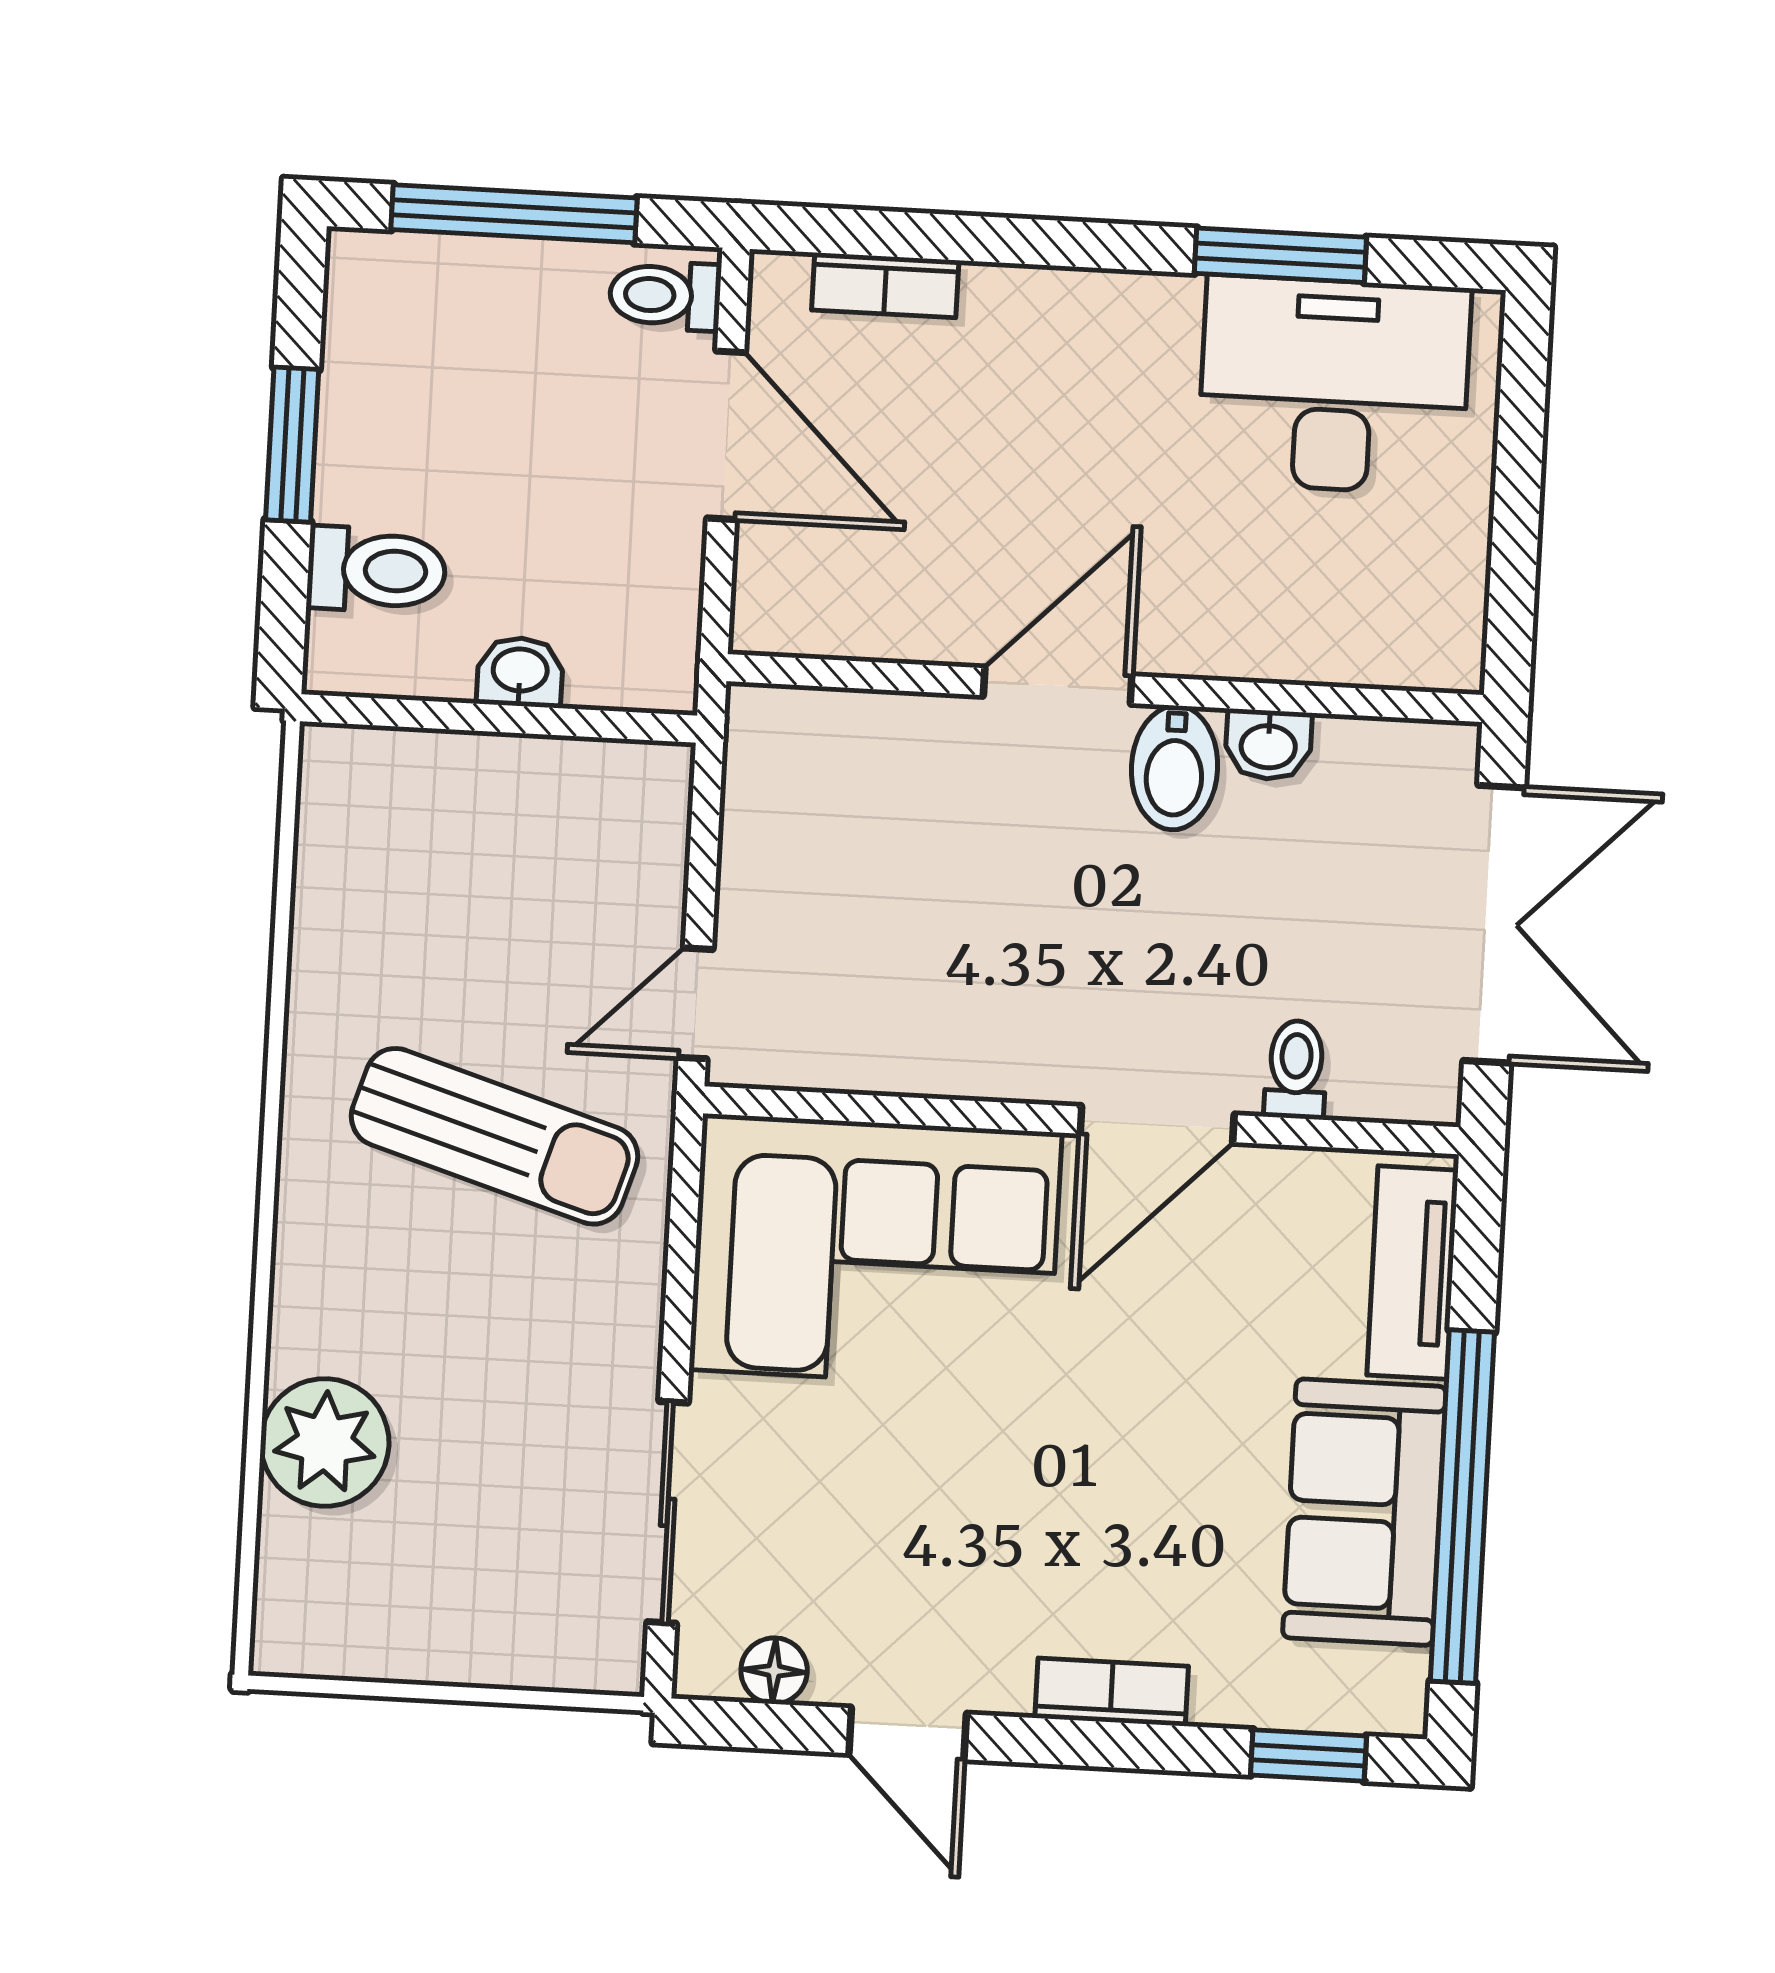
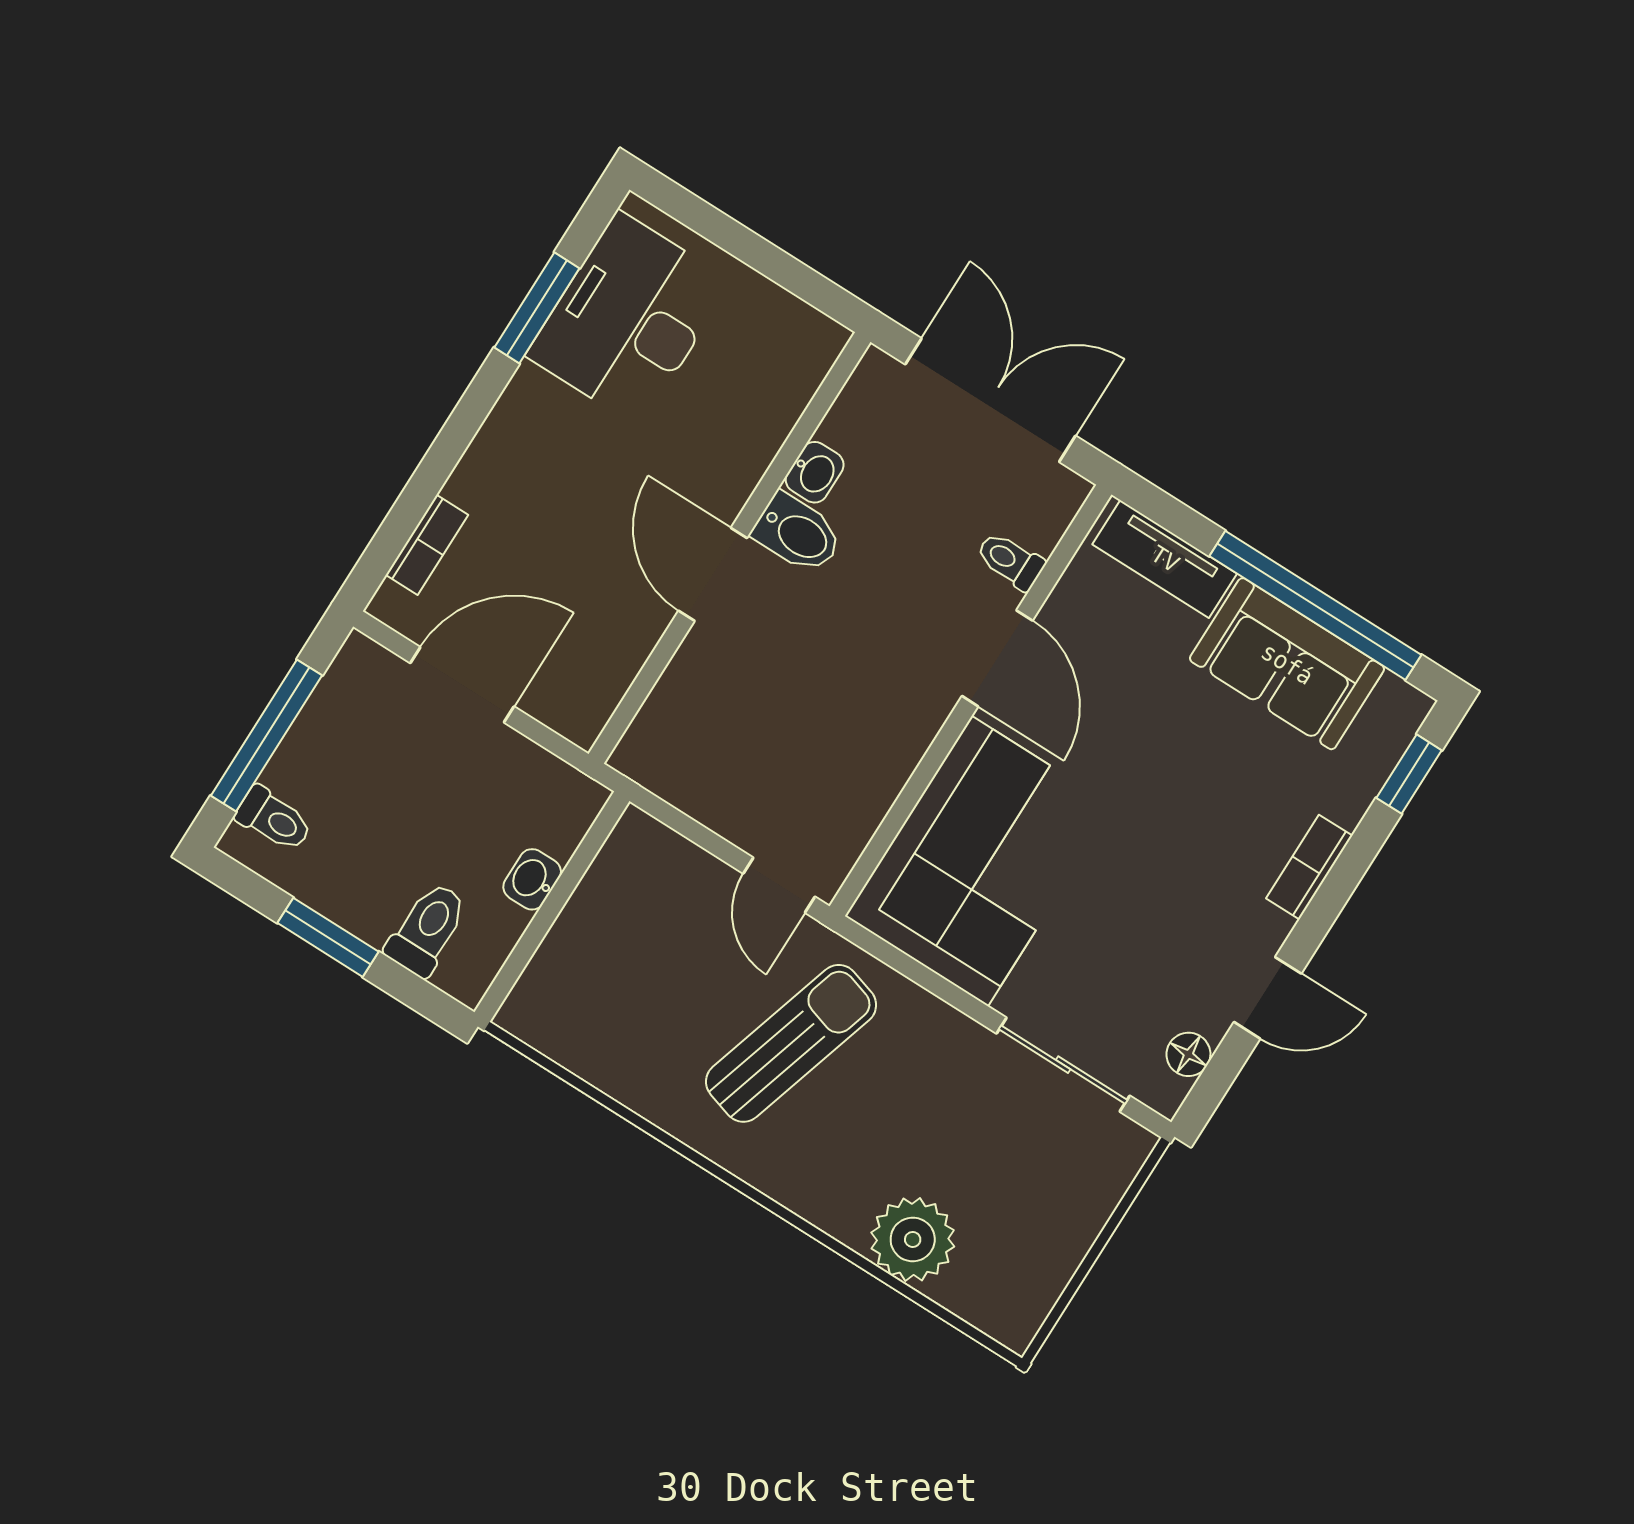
toilet: (665, 295) -> (274, 819), moved, turned -90

